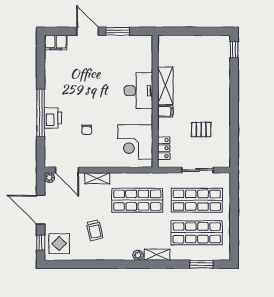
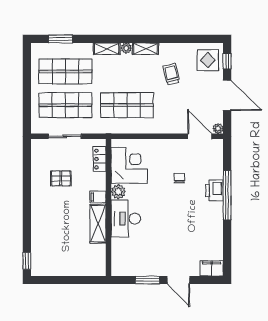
plant: (146, 117) -> (118, 192), added
shelving: (97, 178) -> (146, 49), moved

